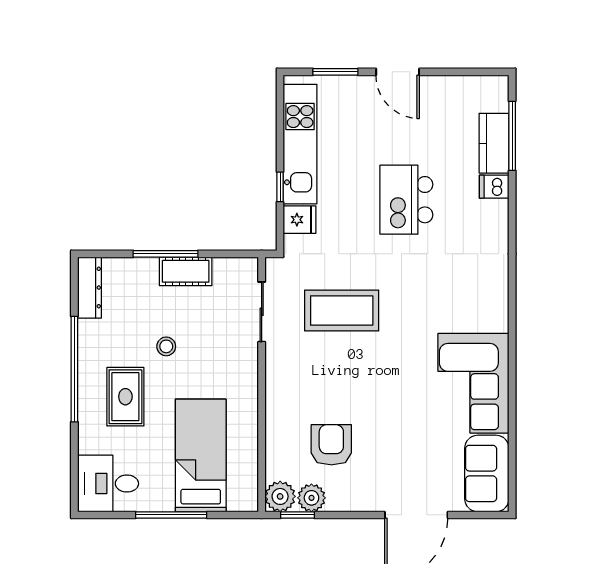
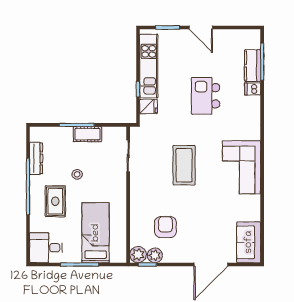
dresser: (89, 288) -> (36, 158), moved
coffee table: (342, 310) -> (184, 165), moved, turned 90
corner sofa: (473, 383) -> (241, 167), moved

